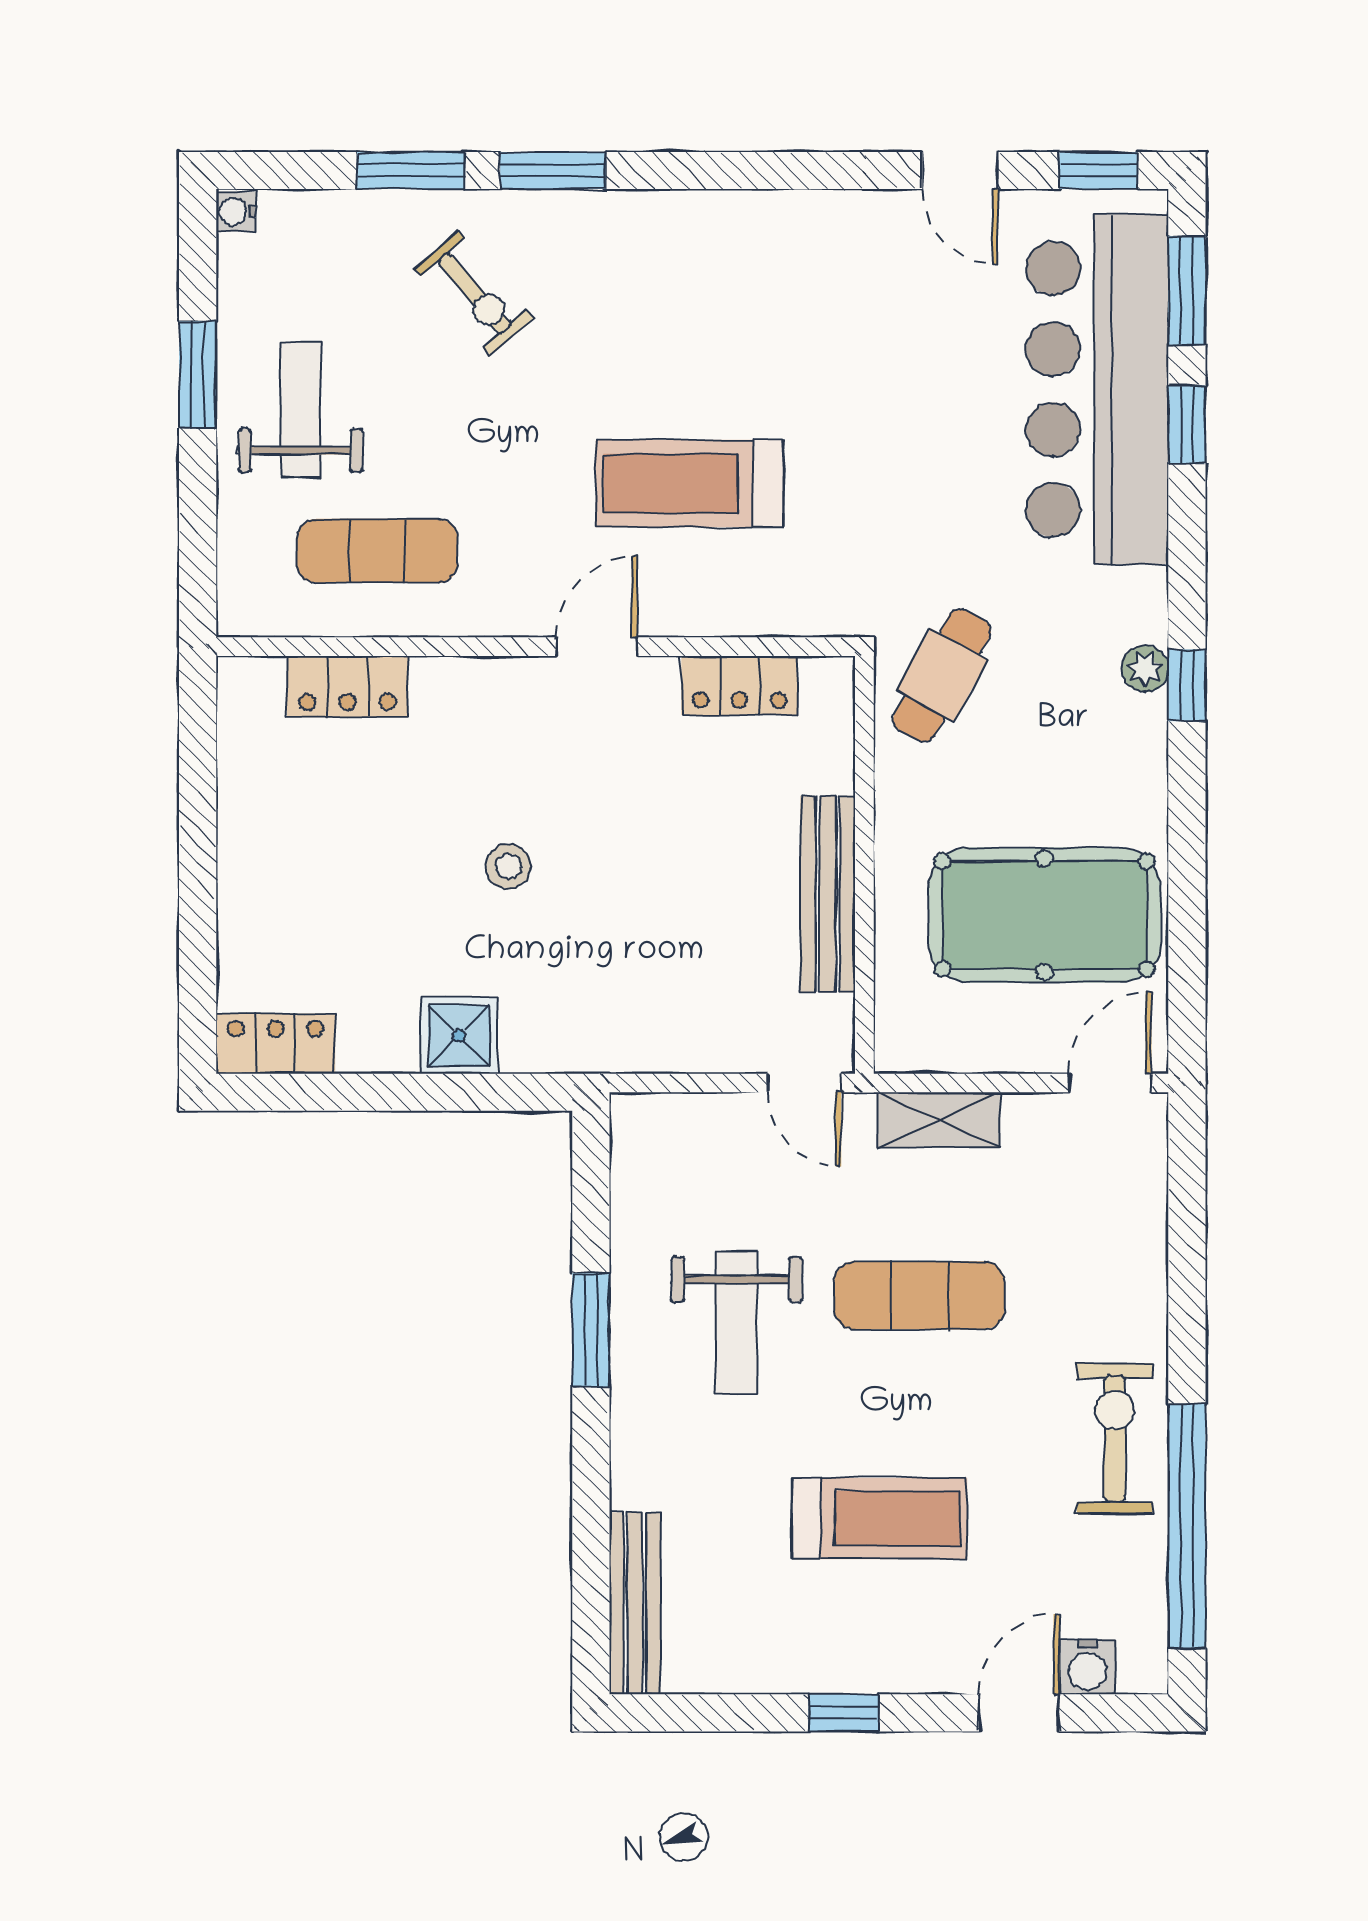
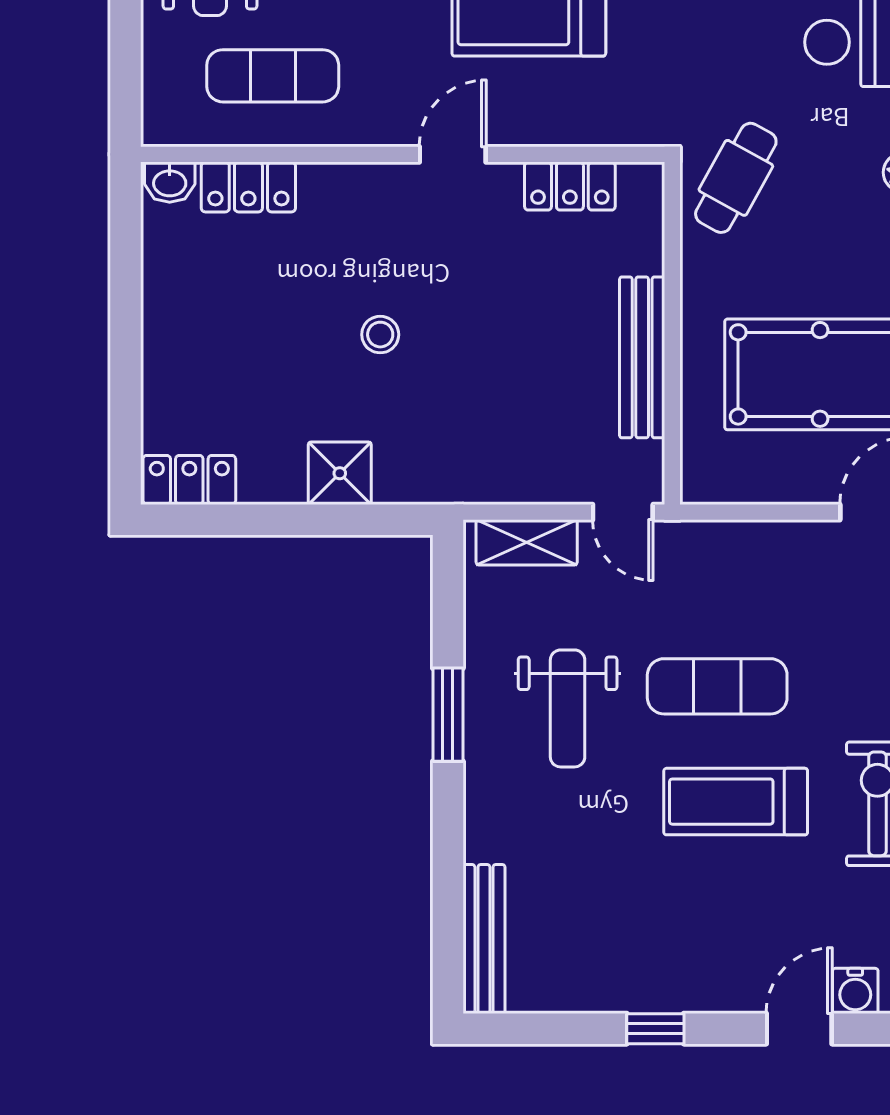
washbasin: (252, 681) -> (170, 182), added
shelving: (939, 1120) -> (527, 542), moved
treadmill: (880, 1518) -> (736, 802), moved, turned 180

